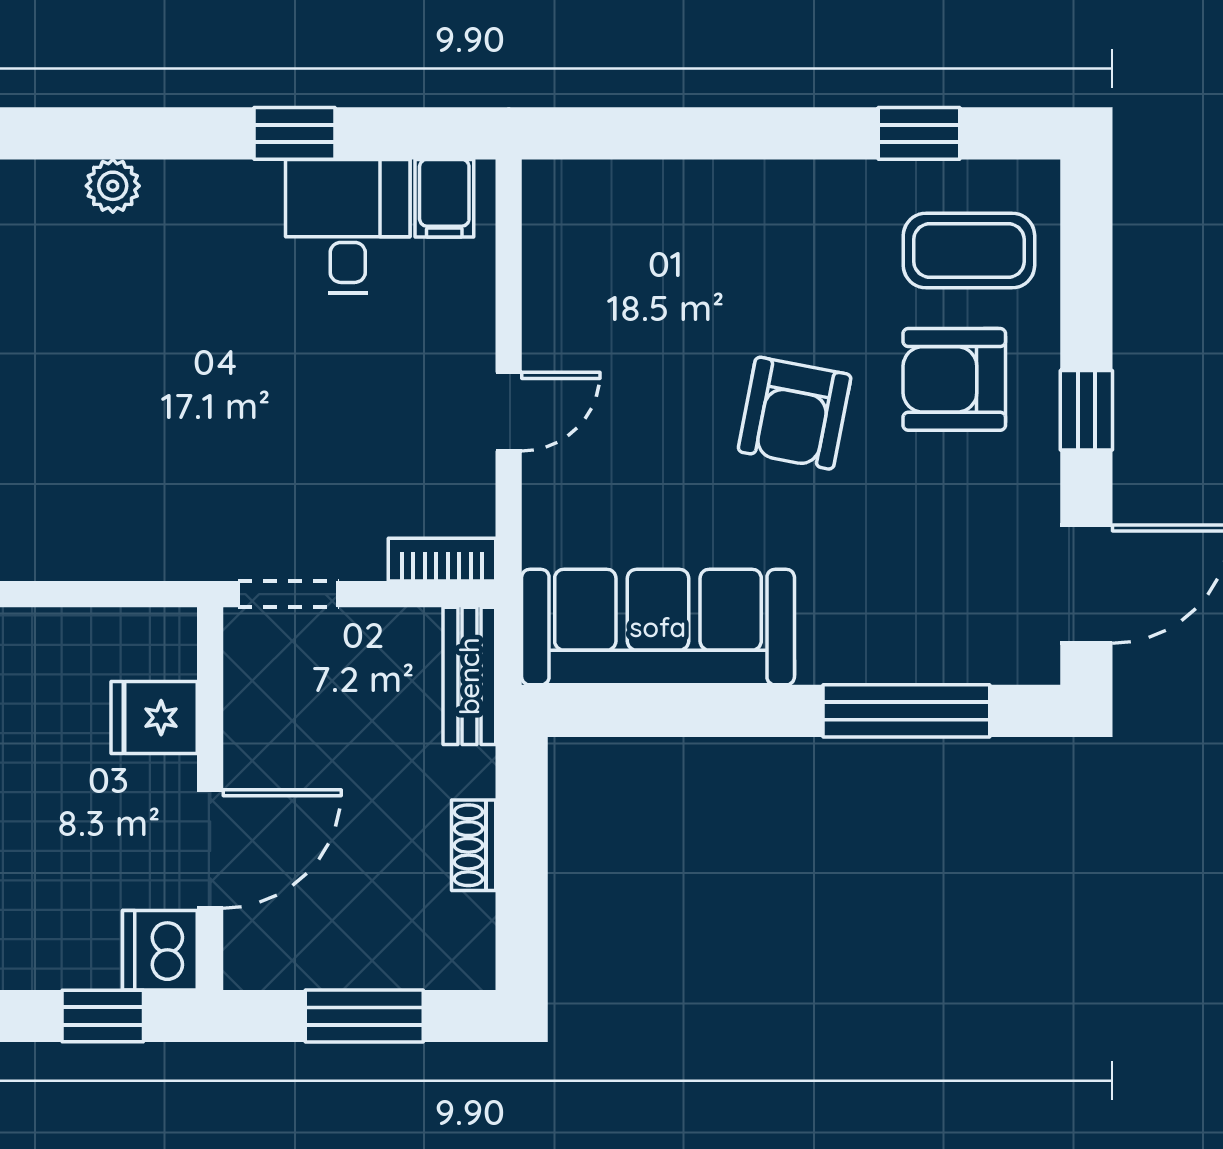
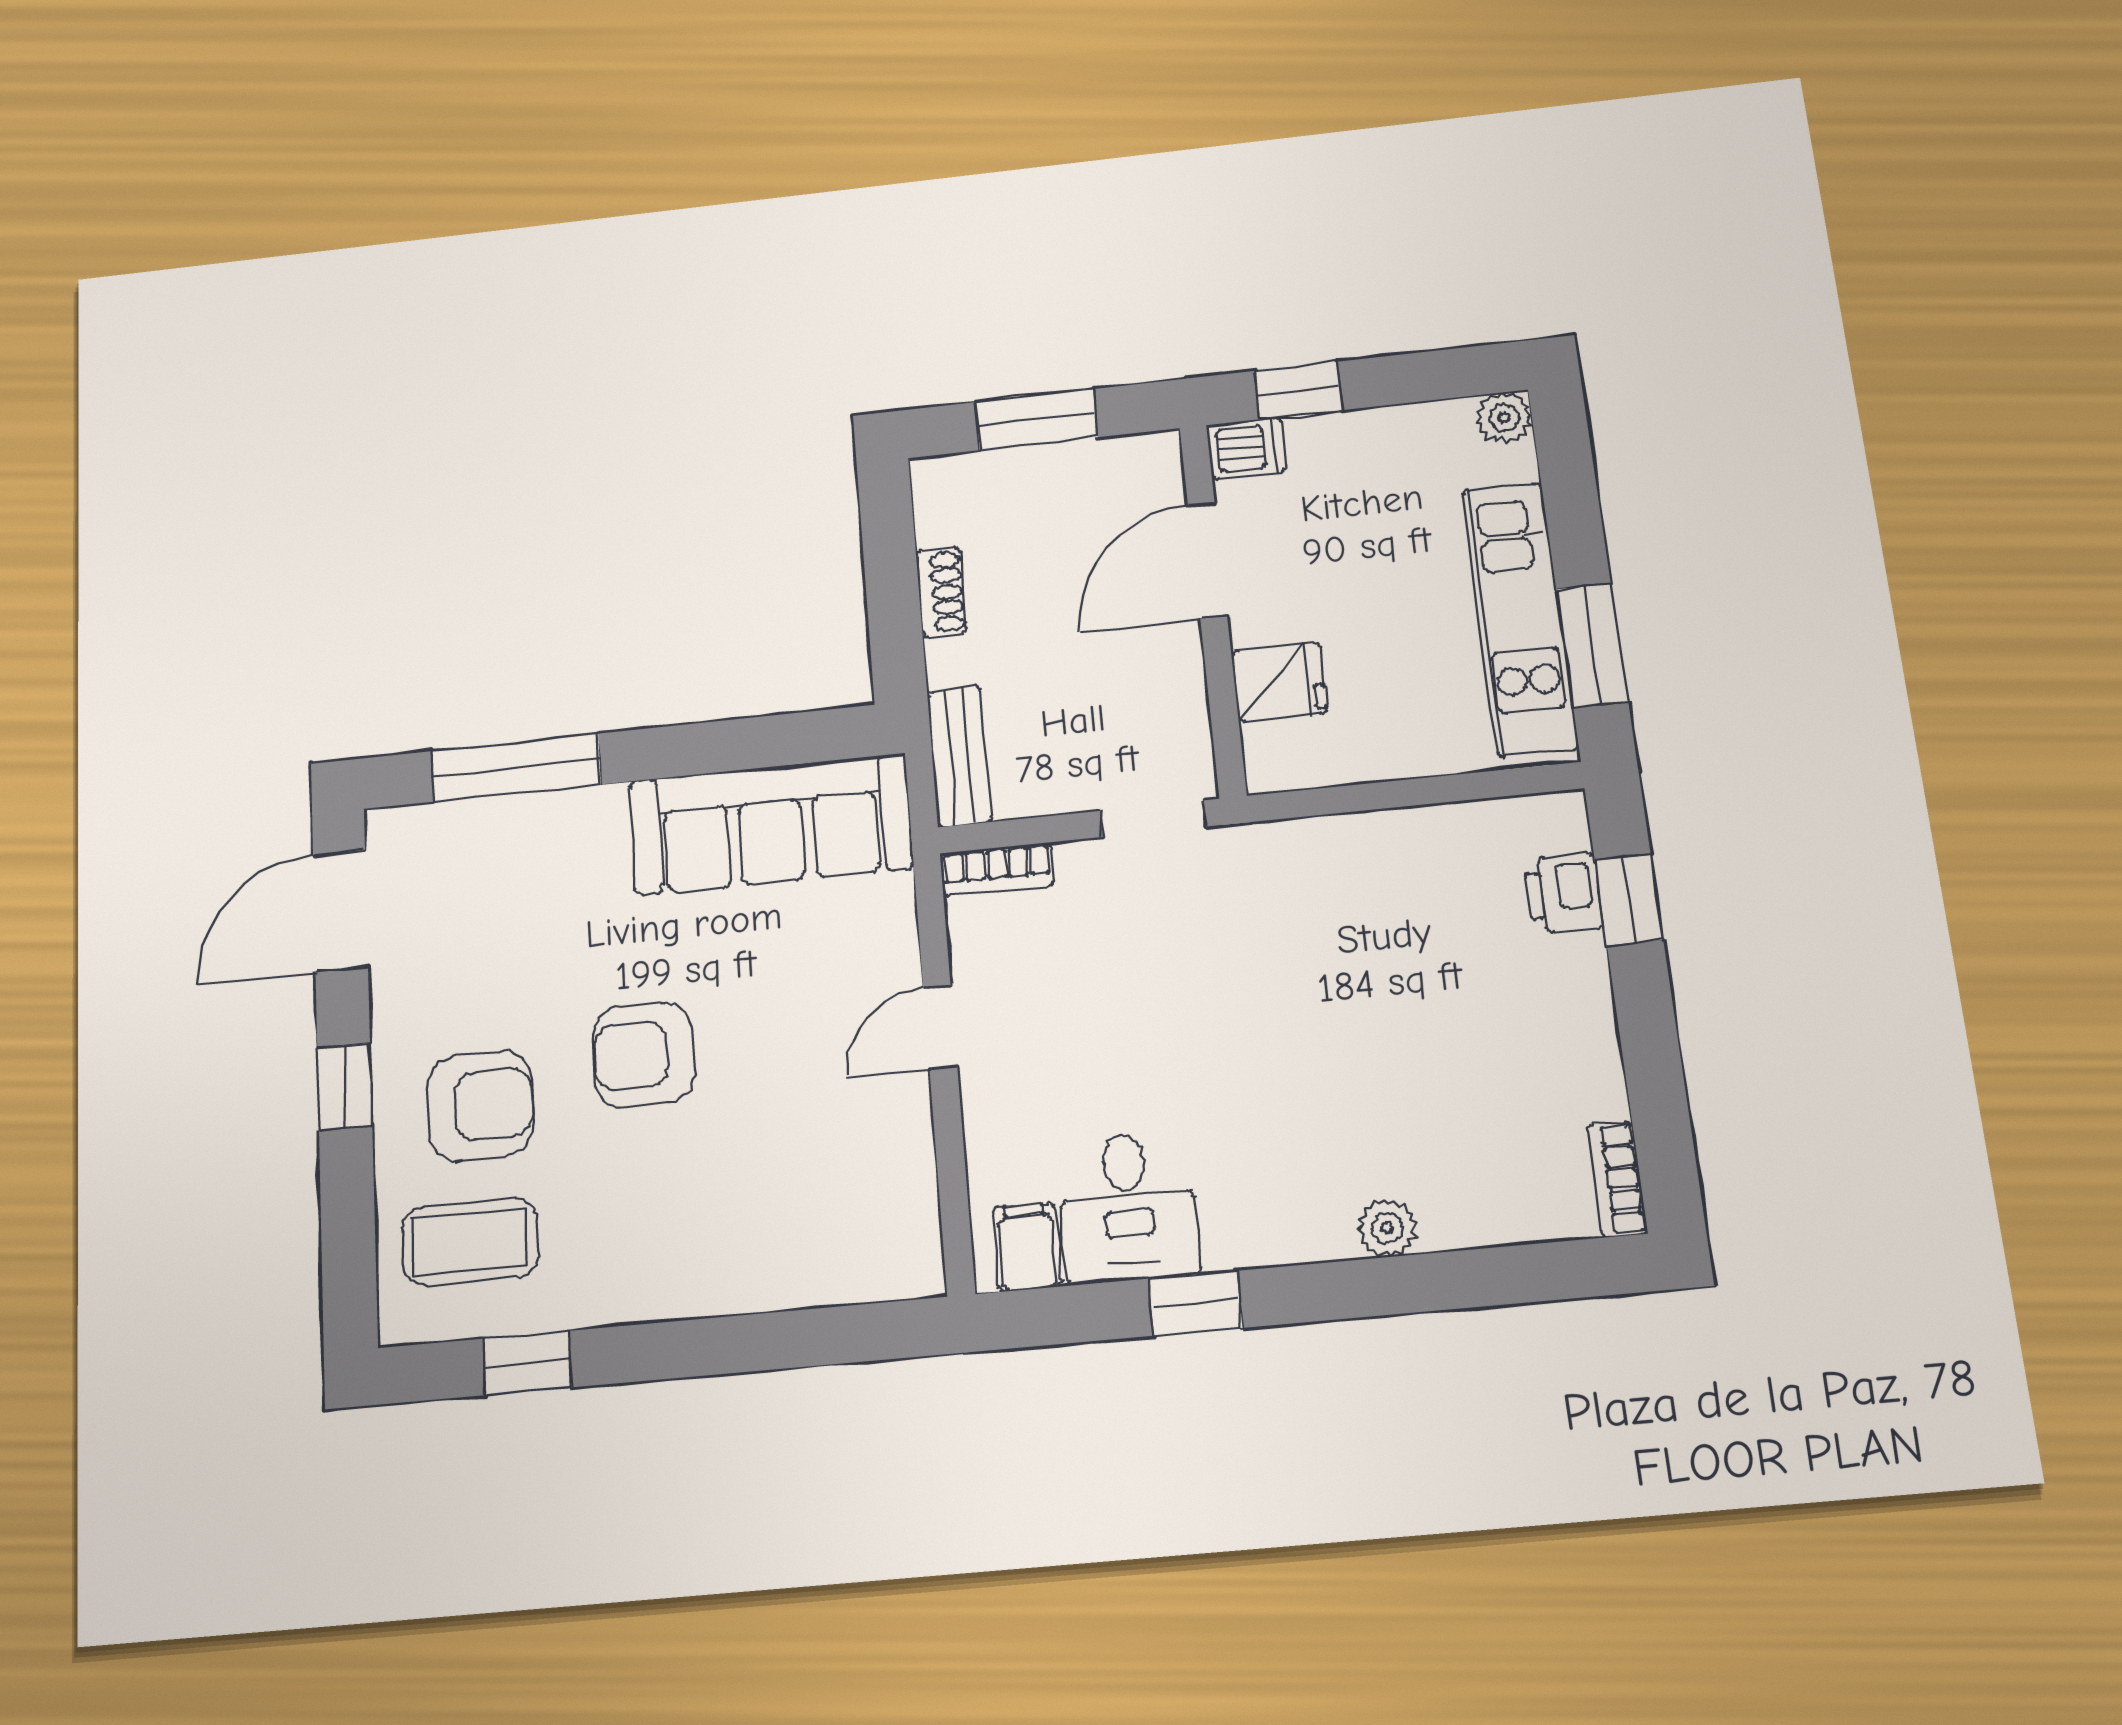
armchair: (795, 413) -> (643, 1055), turned -101
dishwasher: (160, 950) -> (1247, 448), width x0.73

